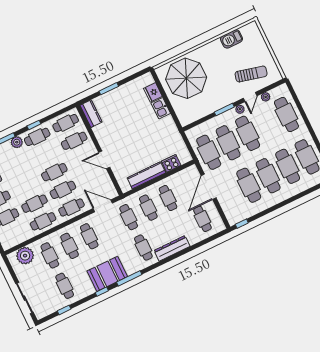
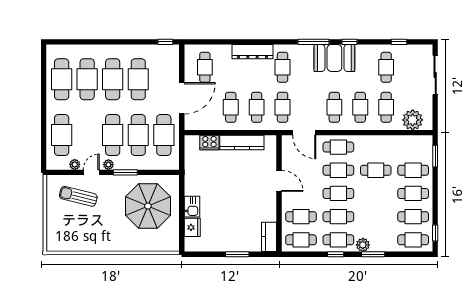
barbecue: (232, 39) -> (81, 244), removed
parasol: (186, 78) -> (148, 206), moved
cafe table: (43, 221) -> (338, 217), moved

